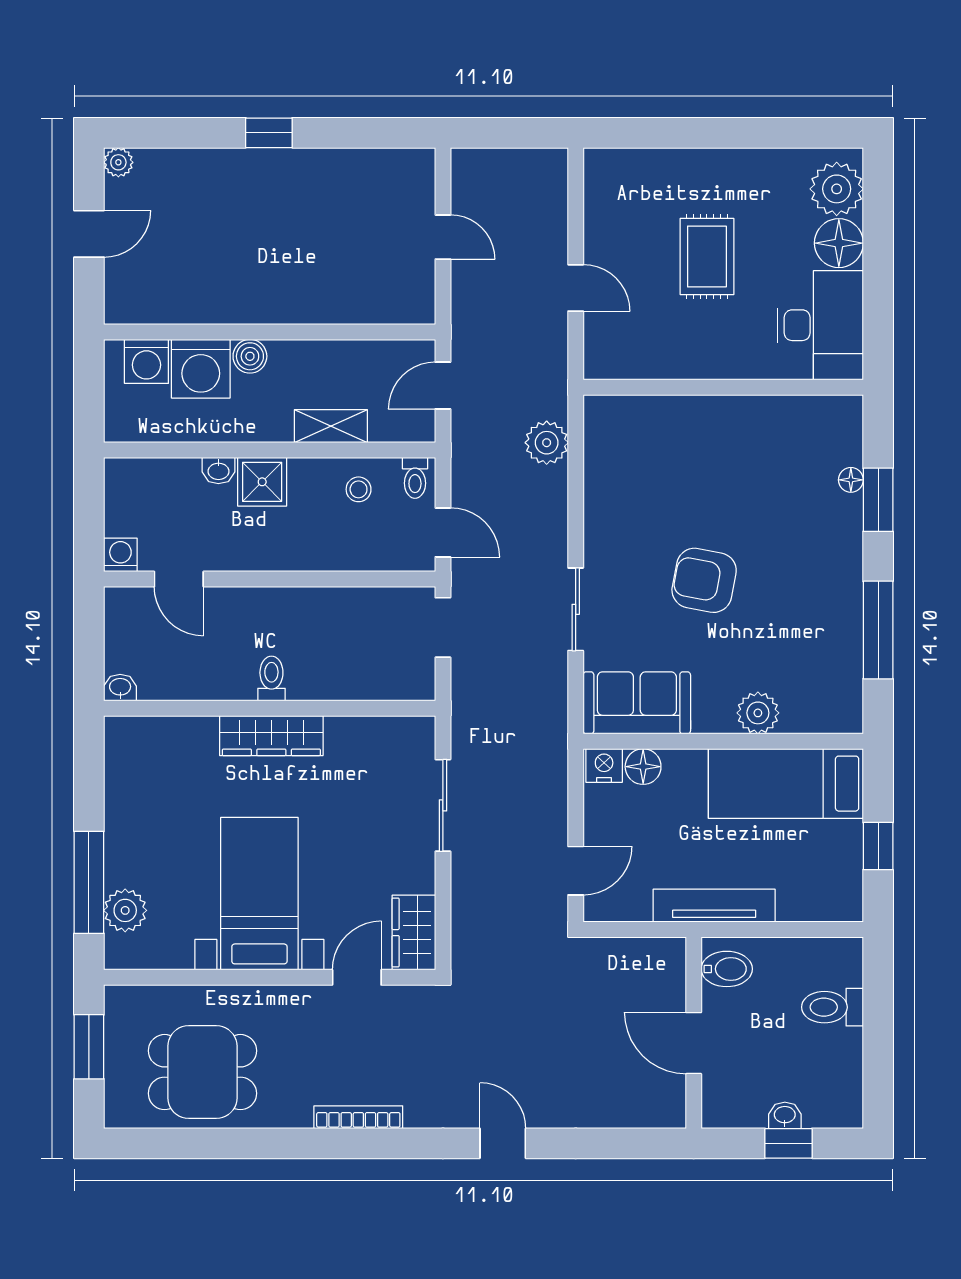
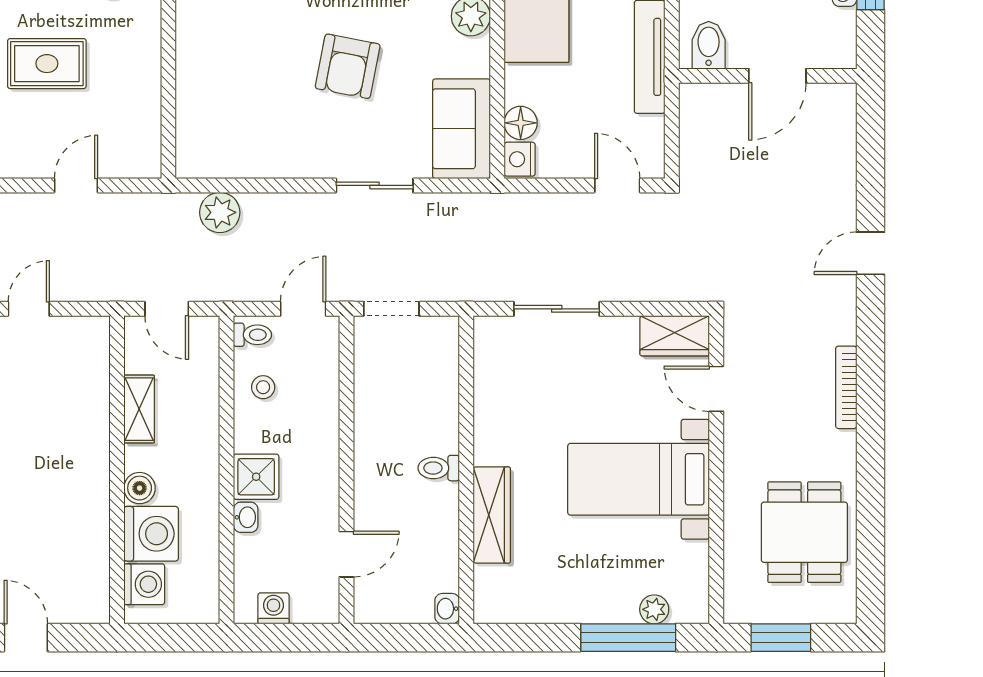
shelving: (331, 426) -> (139, 409), moved
washing machine: (120, 555) -> (273, 608), moved, turned 90
wardrobe: (271, 736) -> (492, 515), moved
plant: (125, 910) -> (654, 609), width x0.73, depth x0.73

